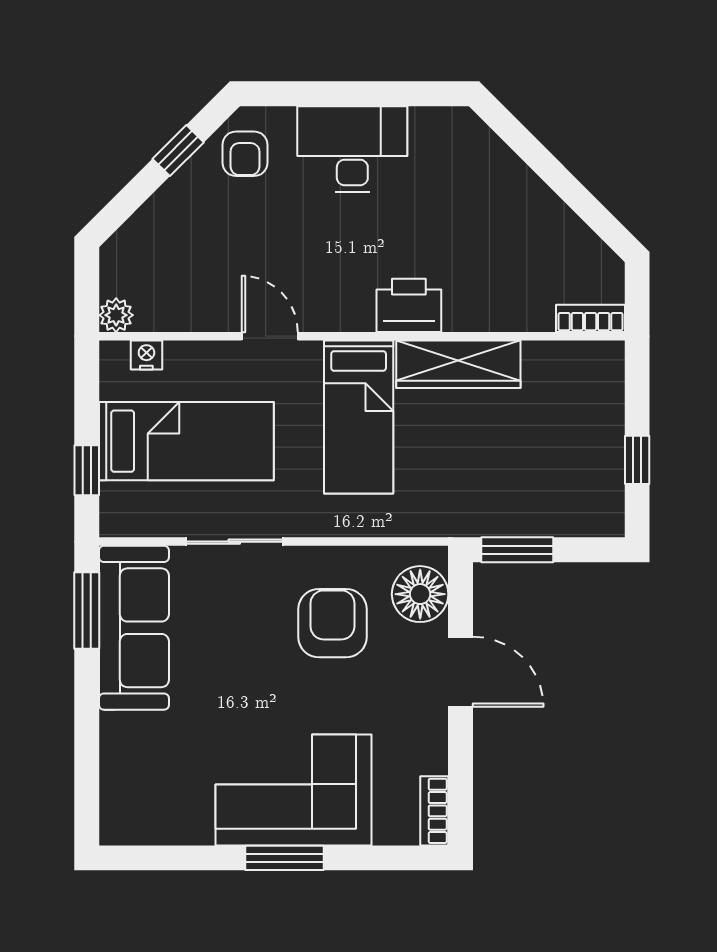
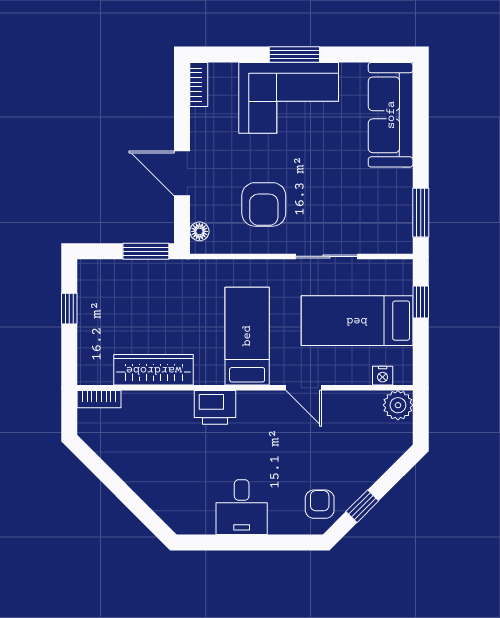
desk: (352, 149) -> (242, 507), width x0.73
plant: (116, 315) -> (398, 405), width x1.38, depth x1.38
wardrobe: (458, 364) -> (154, 370), moved
floor lamp: (420, 594) -> (199, 231), width x0.53, depth x0.53
sofa: (134, 628) -> (391, 115), moved

